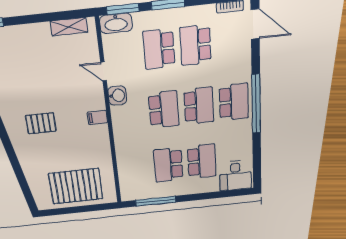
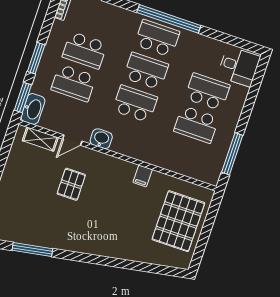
shelving: (69, 27) -> (40, 139), moved, turned 90
filing cabinet: (97, 118) -> (143, 176), moved
pallet: (41, 123) -> (71, 184), moved

